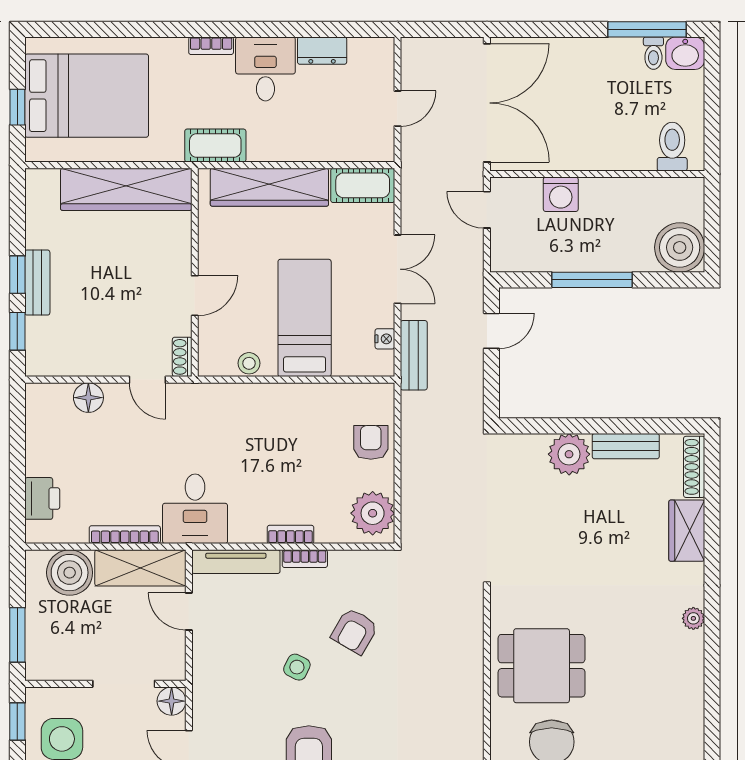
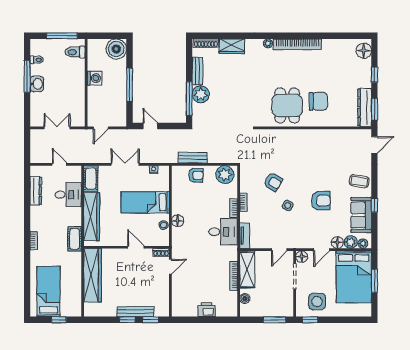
window: (647, 29) -> (27, 76), moved
dresser: (322, 51) -> (36, 191), width x1.44
washbasin: (685, 53) -> (37, 84), moved
desk: (265, 69) -> (68, 195), moved, turned 180
bed: (87, 96) -> (48, 291), width x0.67
double door: (487, 103) -> (57, 128), width x0.54
window: (712, 115) -> (62, 36), added
washing machine: (561, 194) -> (94, 78), moved
bench: (37, 283) -> (135, 312), width x1.36
bench: (414, 355) -> (193, 158), moved
floor lamp: (88, 398) -> (178, 221), moved
window: (559, 426) -> (189, 98), added
armchair: (371, 442) -> (196, 175), turned 180
printer: (42, 498) -> (207, 310), moved
desk: (195, 509) -> (223, 232), moved
tv unit: (236, 562) -> (245, 236), width x0.71
boiler: (70, 573) -> (245, 298), width x0.54, depth x0.54
door: (189, 611) -> (279, 250), moved
bookcase: (691, 691) -> (297, 44), added

